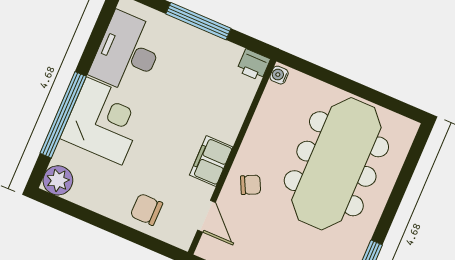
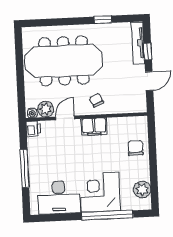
plant: (275, 99) -> (46, 109), added
plant: (58, 180) -> (142, 189), moved
chair: (146, 209) -> (135, 148), turned 180
door: (206, 216) -> (65, 118), moved

